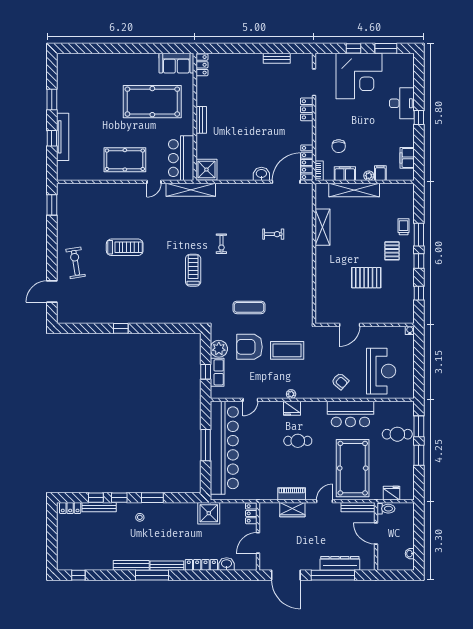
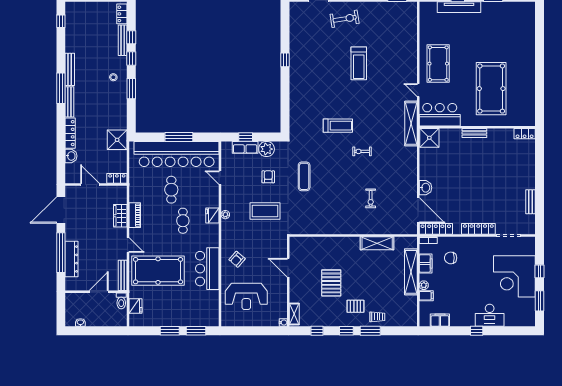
sofa: (176, 63) -> (526, 110), removed
locker: (307, 109) -> (478, 229), width x1.53
shelving: (400, 318) -> (294, 314), added
armchair: (249, 347) -> (268, 177), width x0.53, depth x0.53
coffee table: (287, 350) -> (265, 211), turned 90
cafe table: (397, 434) -> (171, 190), moved

